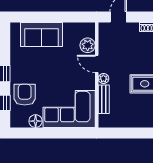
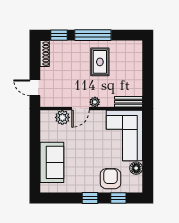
armchair: (25, 95) -> (111, 179), turned 90
bench: (104, 99) -> (128, 102), moved

